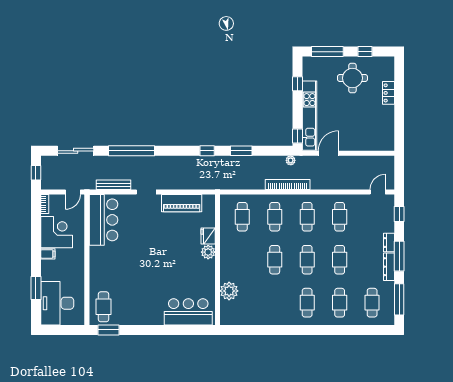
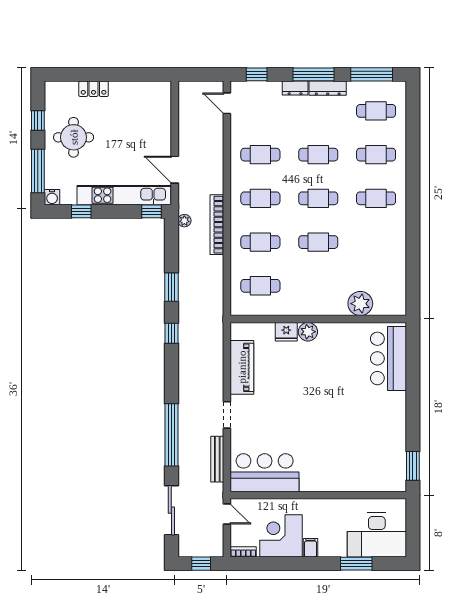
water cooler: (308, 62) -> (52, 197), added
cafe table: (103, 307) -> (382, 473), removed

